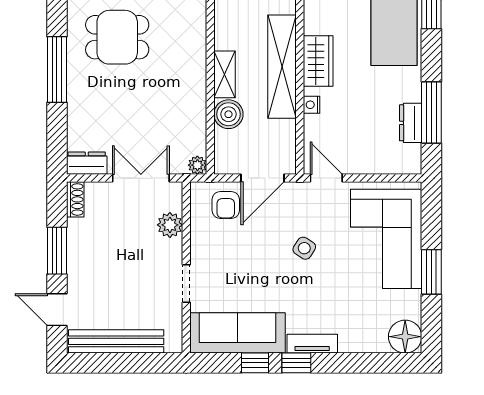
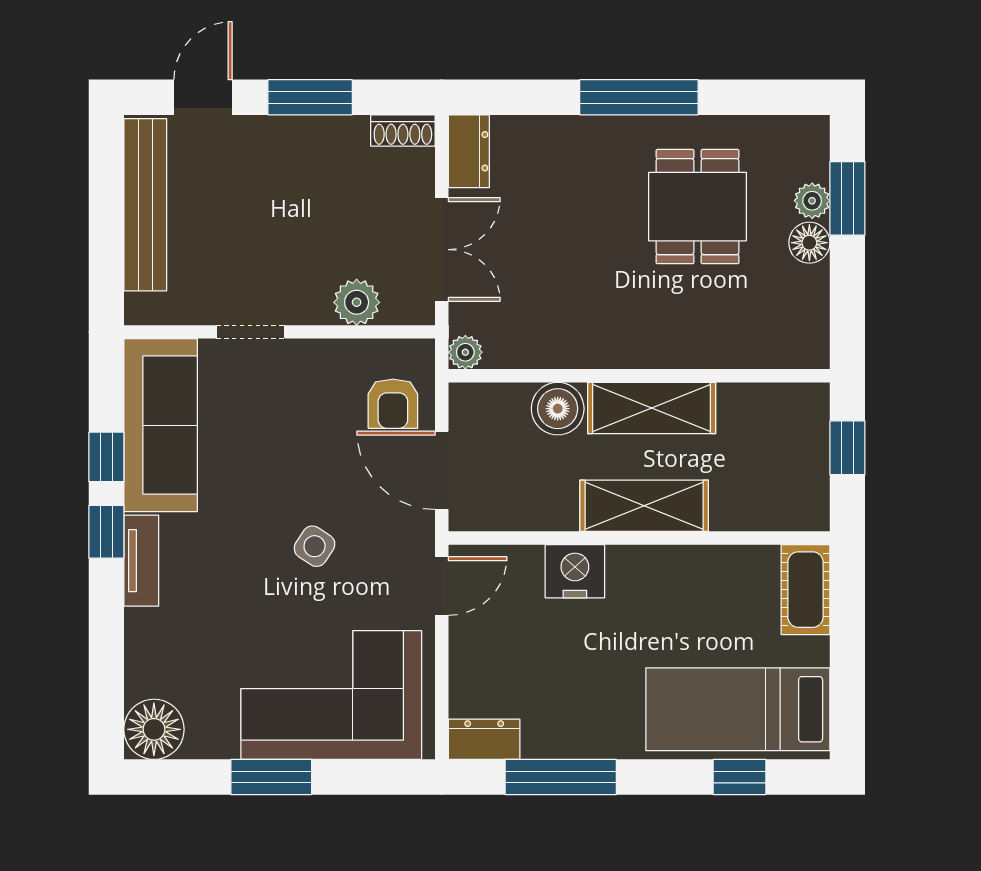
wardrobe: (318, 61) -> (654, 571), removed
shelving: (282, 67) -> (644, 506), width x0.68
shelving: (225, 74) -> (652, 408), width x1.50, depth x1.33
nightstand: (312, 105) -> (575, 571), width x1.89, depth x1.79
dresser: (411, 123) -> (484, 739), moved
armchair: (226, 205) -> (393, 404), turned -90

